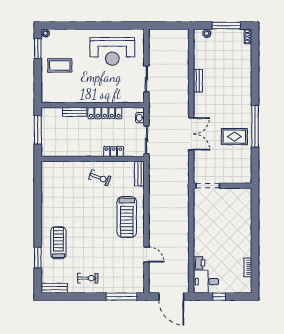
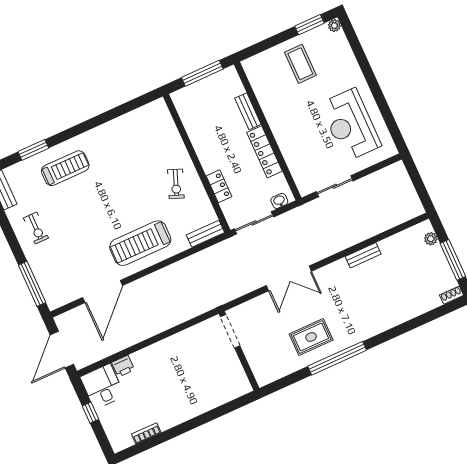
rug: (234, 137) -> (311, 337), turned 90
door: (146, 254) -> (103, 292), width x1.87

